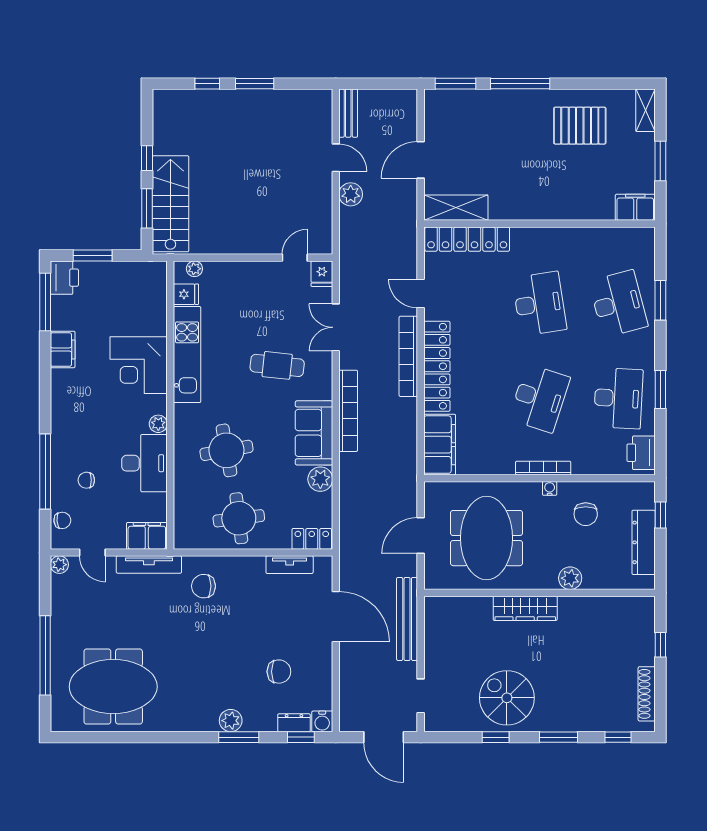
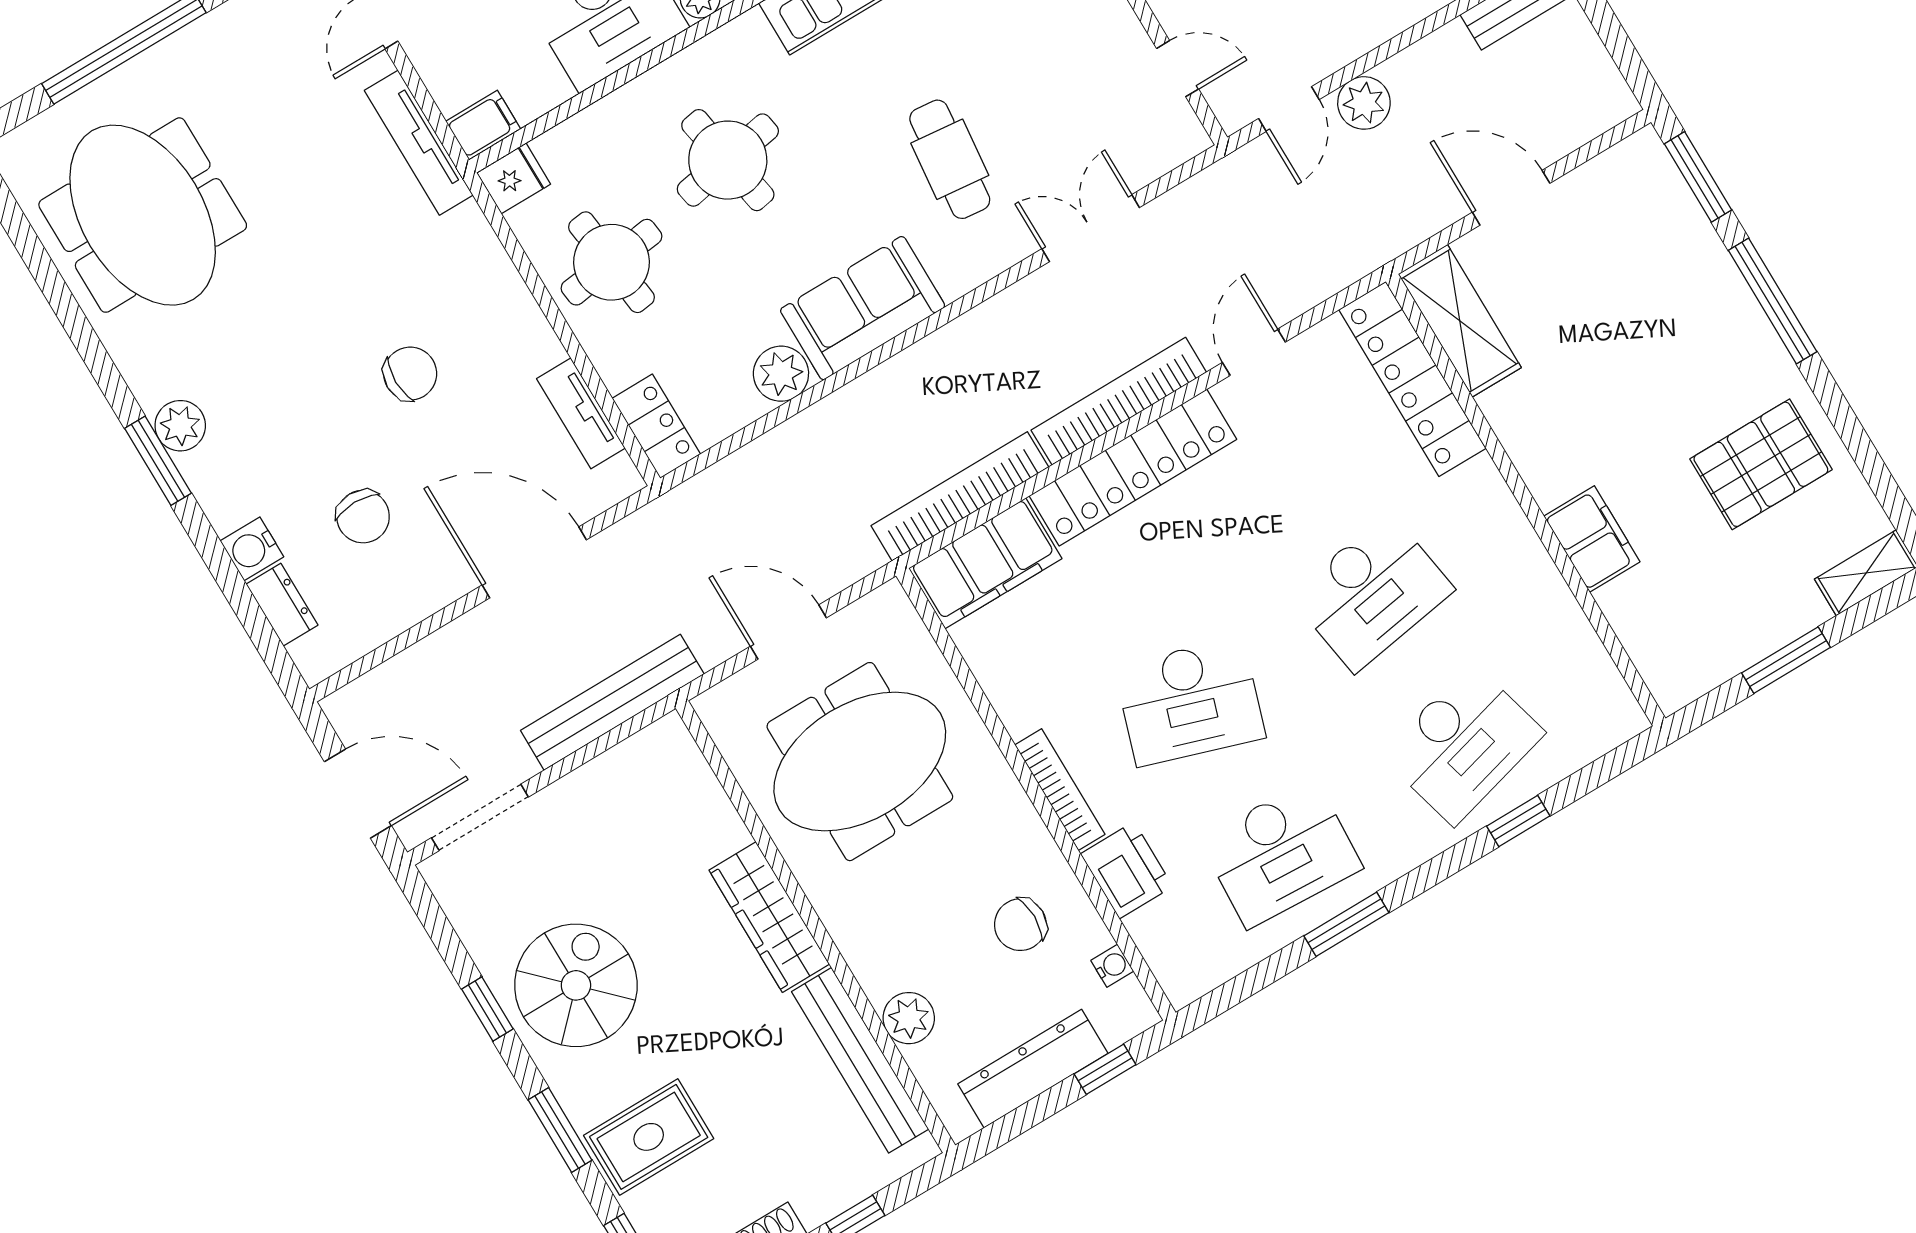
pallet: (580, 126) -> (1761, 464), turned 90
door: (336, 158) -> (1289, 109), moved
filing cabinet: (635, 207) -> (1592, 539), moved
fridge: (322, 274) -> (513, 178), moved, turned 180
window: (660, 300) -> (1518, 821), width x0.67
bookcase: (348, 411) -> (960, 496), moved, turned 180
printer: (641, 453) -> (1127, 870), moved, turned 90
water cooler: (550, 488) -> (1112, 966), moved
filing cabinet: (147, 536) -> (483, 125), width x0.50
plant: (570, 578) -> (909, 1018), moved
chair: (203, 586) -> (410, 374), moved, turned 90
bench: (601, 606) -> (860, 1060), added
door: (336, 617) -> (534, 562), swing flipped
doorway: (421, 696) -> (480, 817), width x1.38
rug: (581, 705) -> (649, 1137), added
plant: (231, 721) -> (180, 426), moved
water cooler: (322, 721) -> (252, 549), moved
window: (239, 737) -> (158, 461), moved
window: (301, 737) -> (262, 635), removed
door: (384, 737) -> (358, 794), swing flipped

